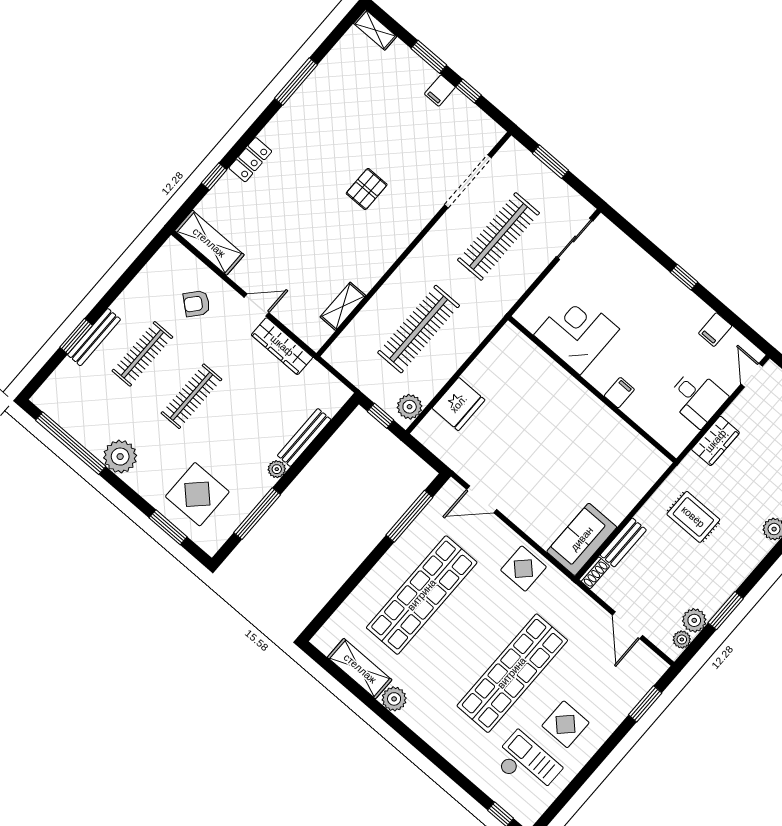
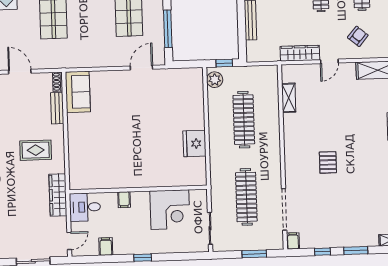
filing cabinet: (440, 91) -> (293, 241), moved
corner desk: (577, 332) -> (170, 210), moved
door: (752, 375) -> (69, 241), hinge flipped
wall: (592, 389) -> (138, 190), moved
filing cabinet: (619, 393) -> (124, 200), moved
fridge: (459, 404) -> (194, 144), moved
wardrobe: (716, 441) -> (58, 195), width x1.50
display table: (523, 569) -> (92, 53), removed

